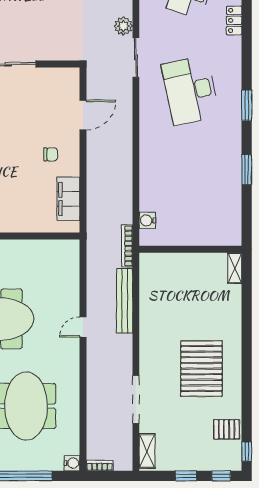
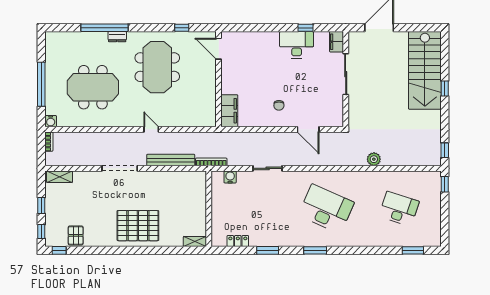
locker: (234, 20) -> (238, 241), moved
sliding door: (136, 57) -> (268, 168), moved
desk: (190, 91) -> (326, 209), turned 36
filing cabinet: (68, 199) -> (229, 111), moved, turned 90
pallet: (201, 369) -> (138, 226), moved
doorway: (136, 399) -> (120, 168), moved

